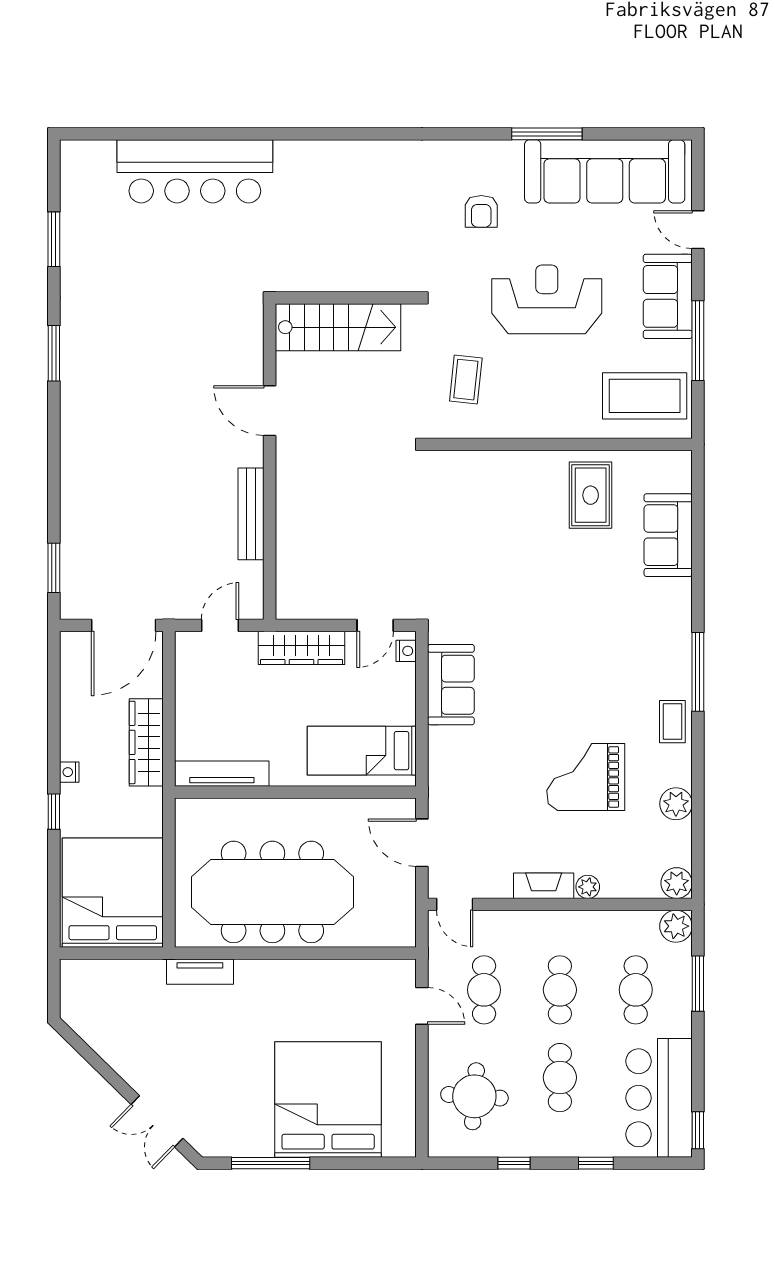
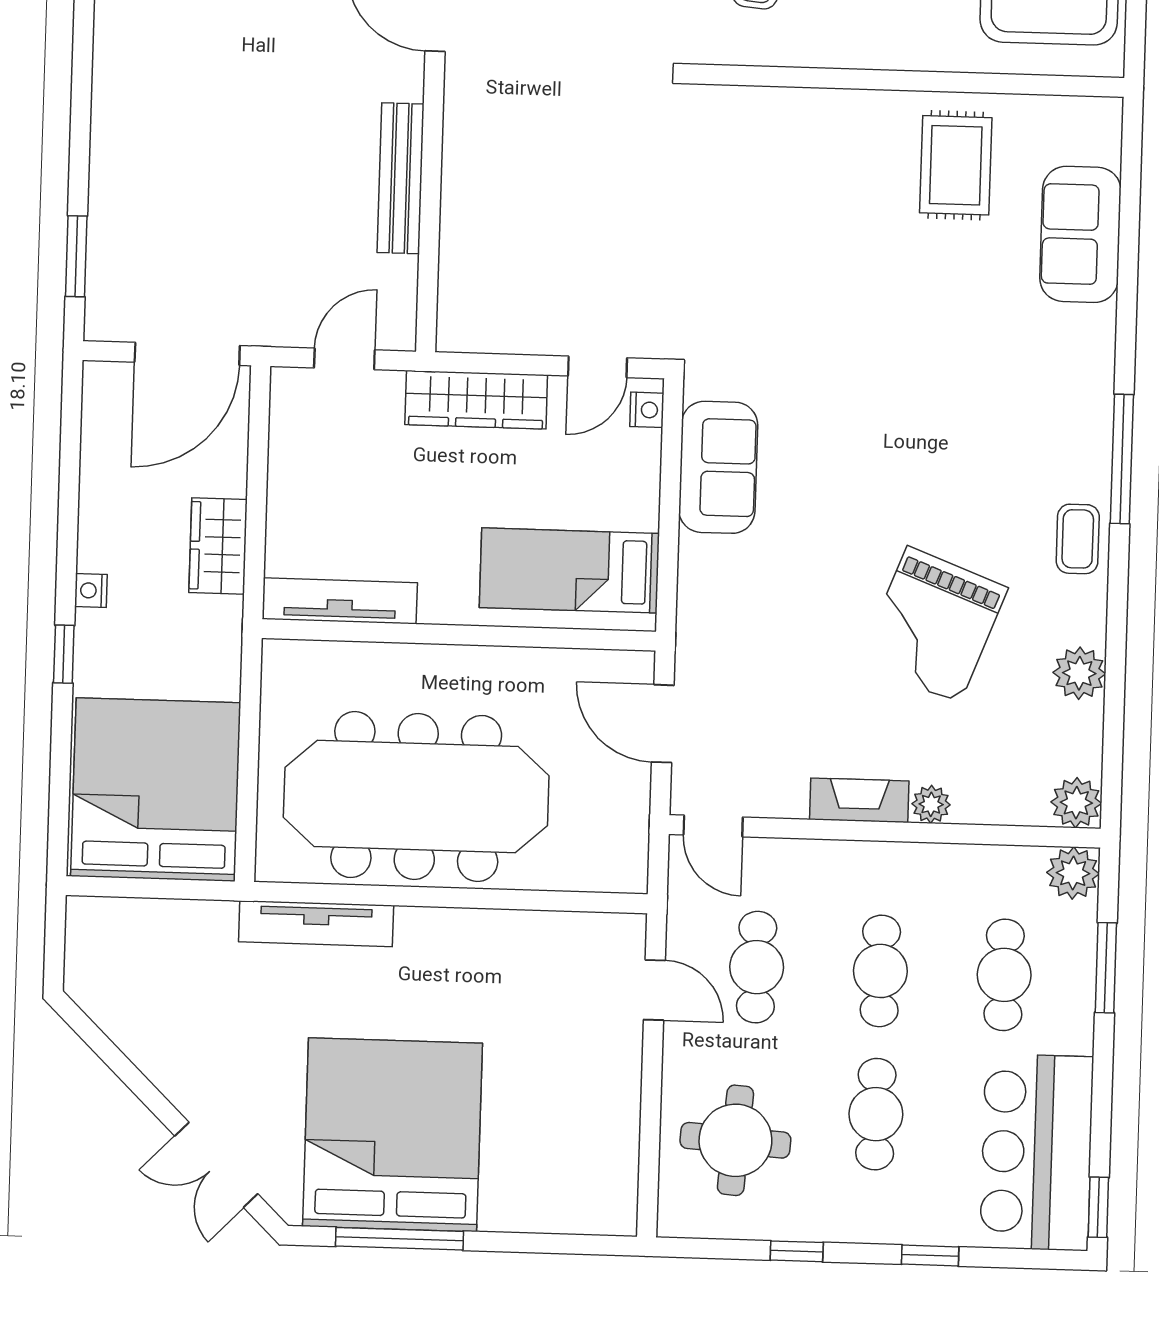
wardrobe: (146, 742) -> (218, 546), width x0.67
grand piano: (586, 777) -> (933, 625), turned -69
tv unit: (200, 972) -> (316, 924), width x1.41
bed: (328, 1099) -> (393, 1135), moved

